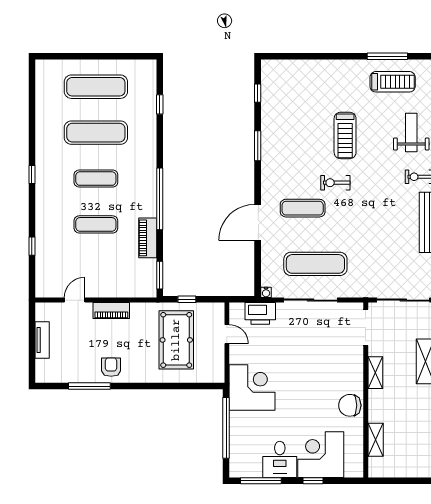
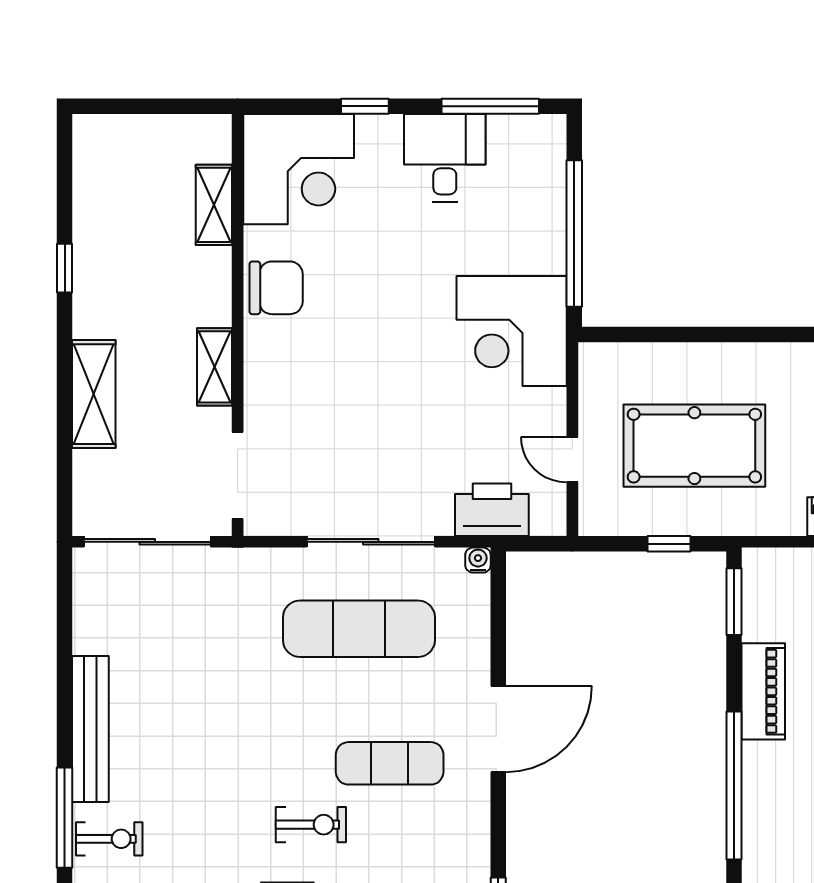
pool table: (176, 340) -> (694, 446), turned 90
corner desk: (321, 455) -> (299, 169), moved

